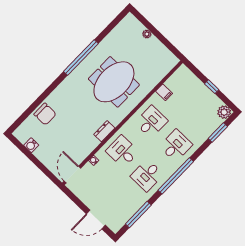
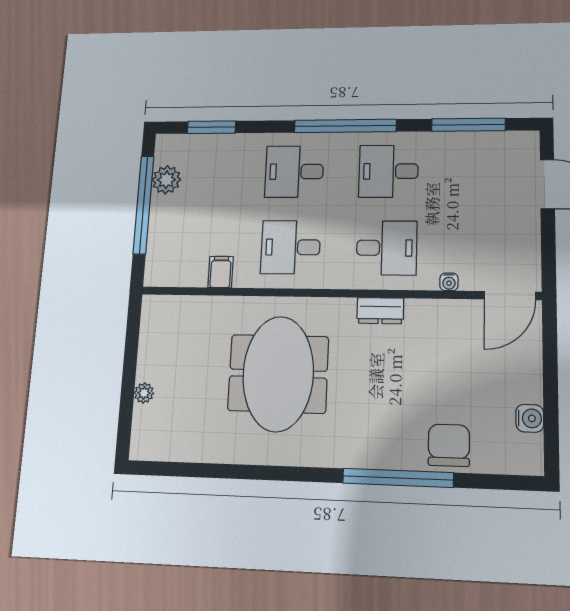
window: (81, 58) -> (398, 478), moved
meeting table: (114, 82) -> (278, 374), turned 90
window: (212, 87) -> (144, 205), width x3.17
plant: (224, 112) -> (166, 180), moved
desk: (122, 151) -> (387, 248), turned -90
desk: (147, 175) -> (389, 171), turned 180

